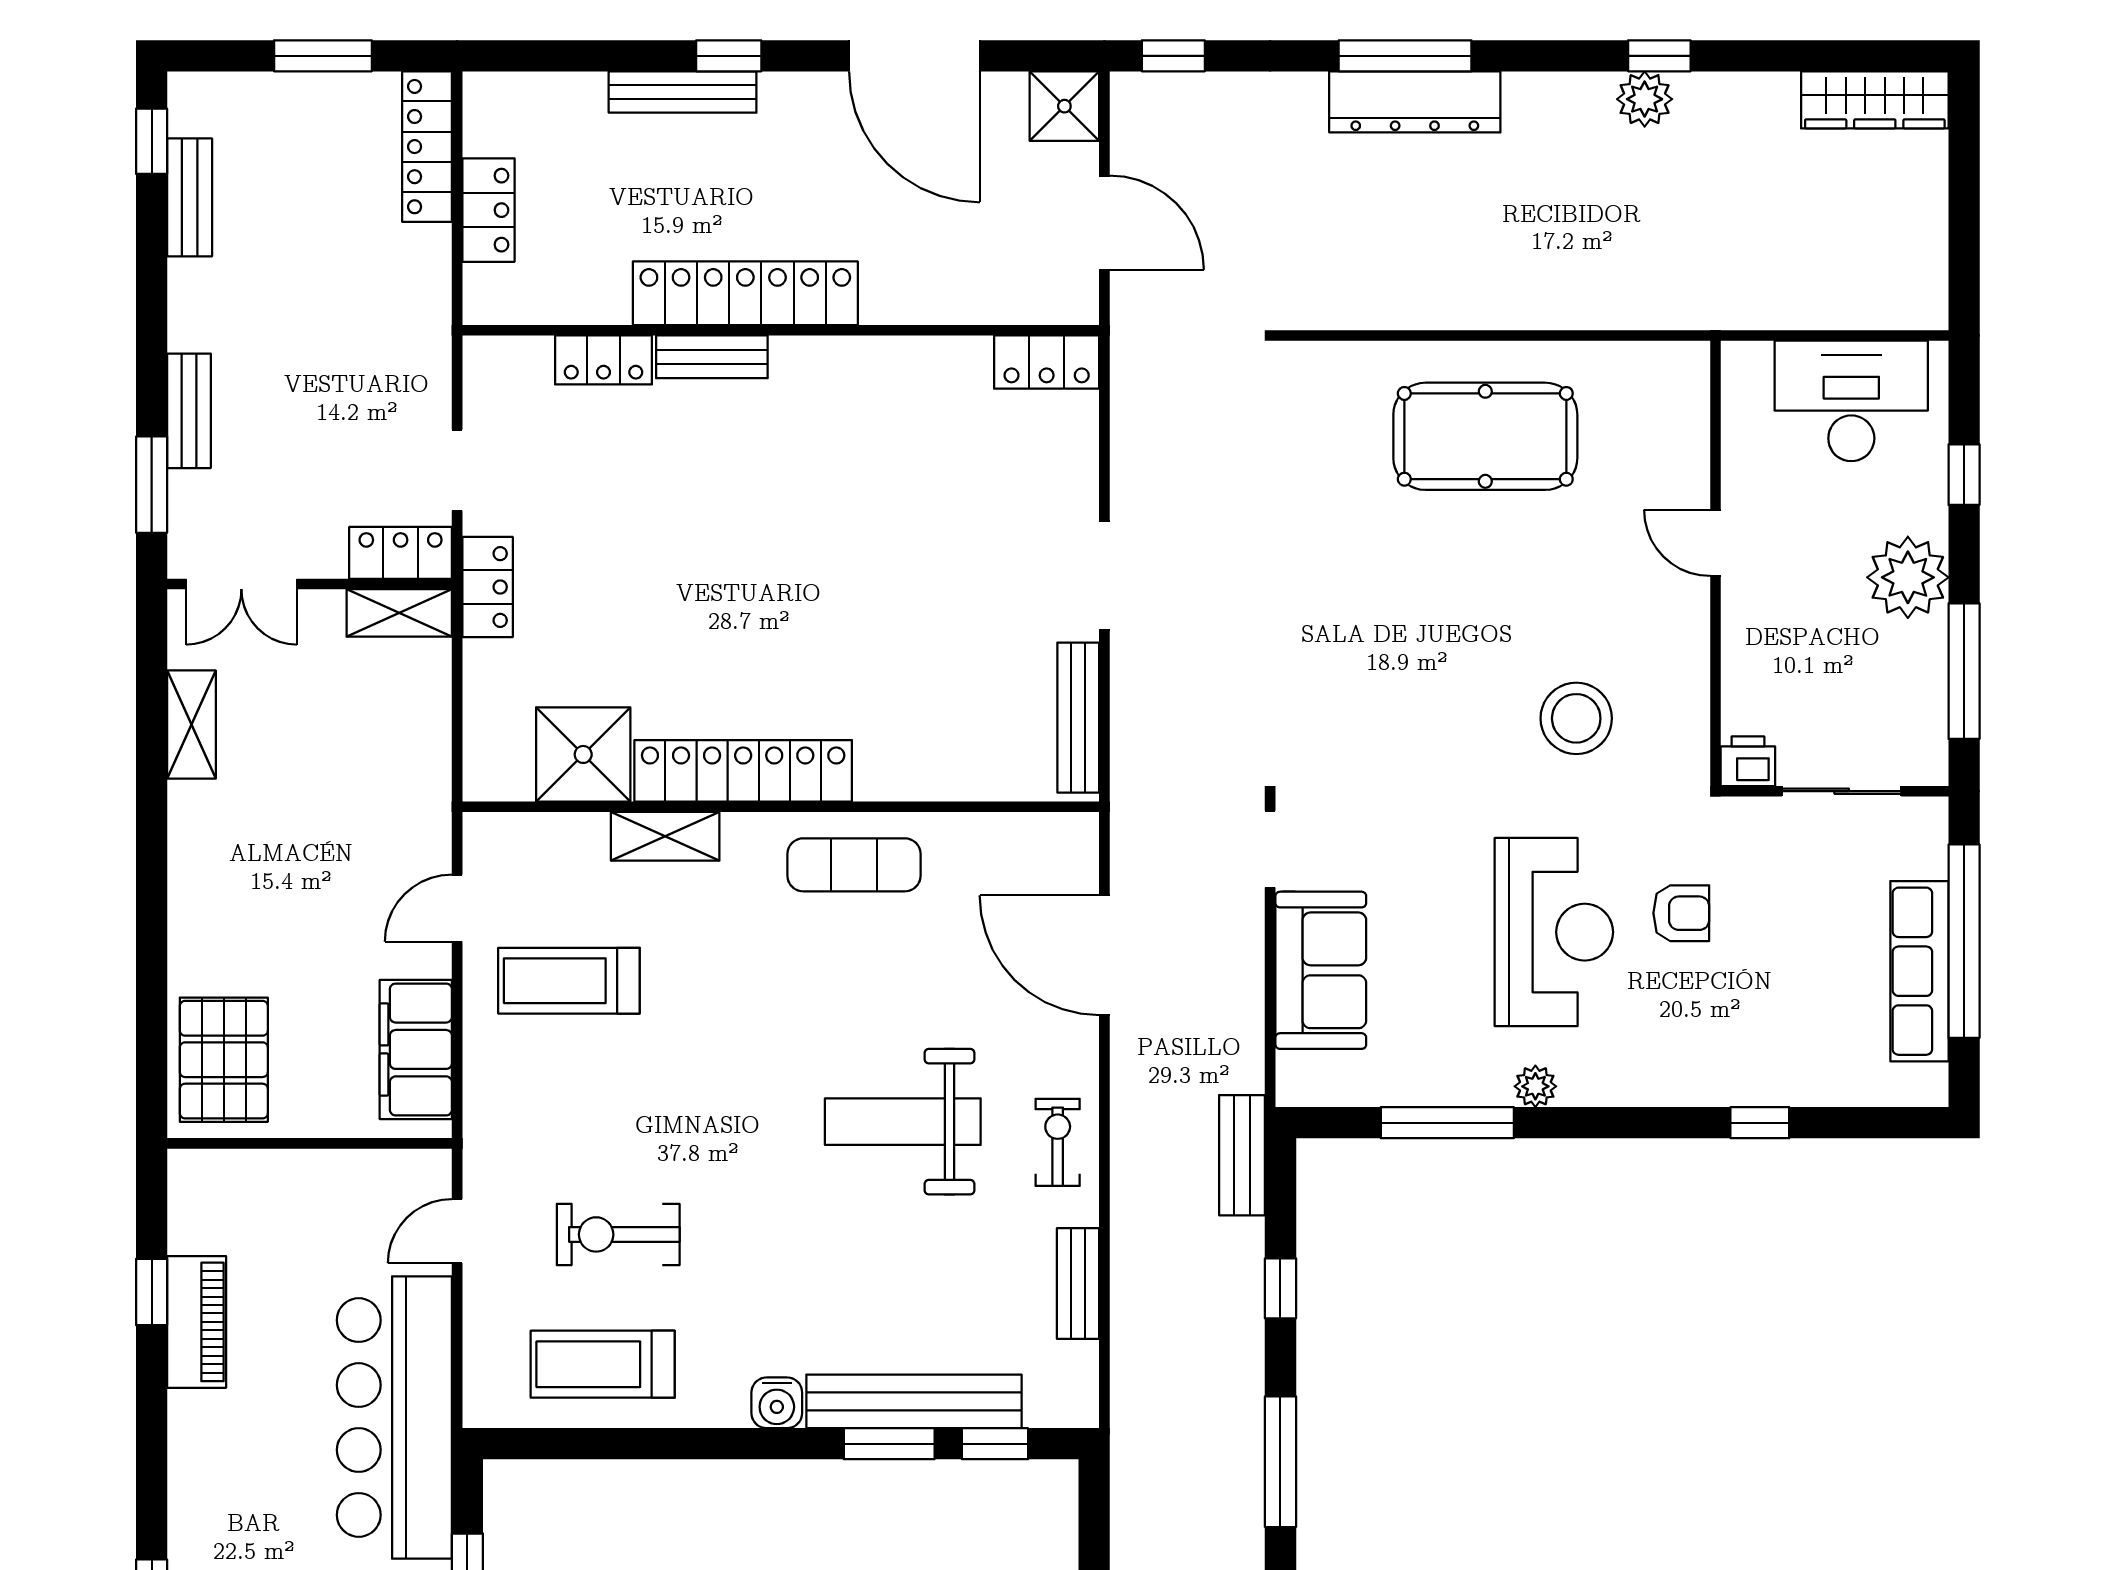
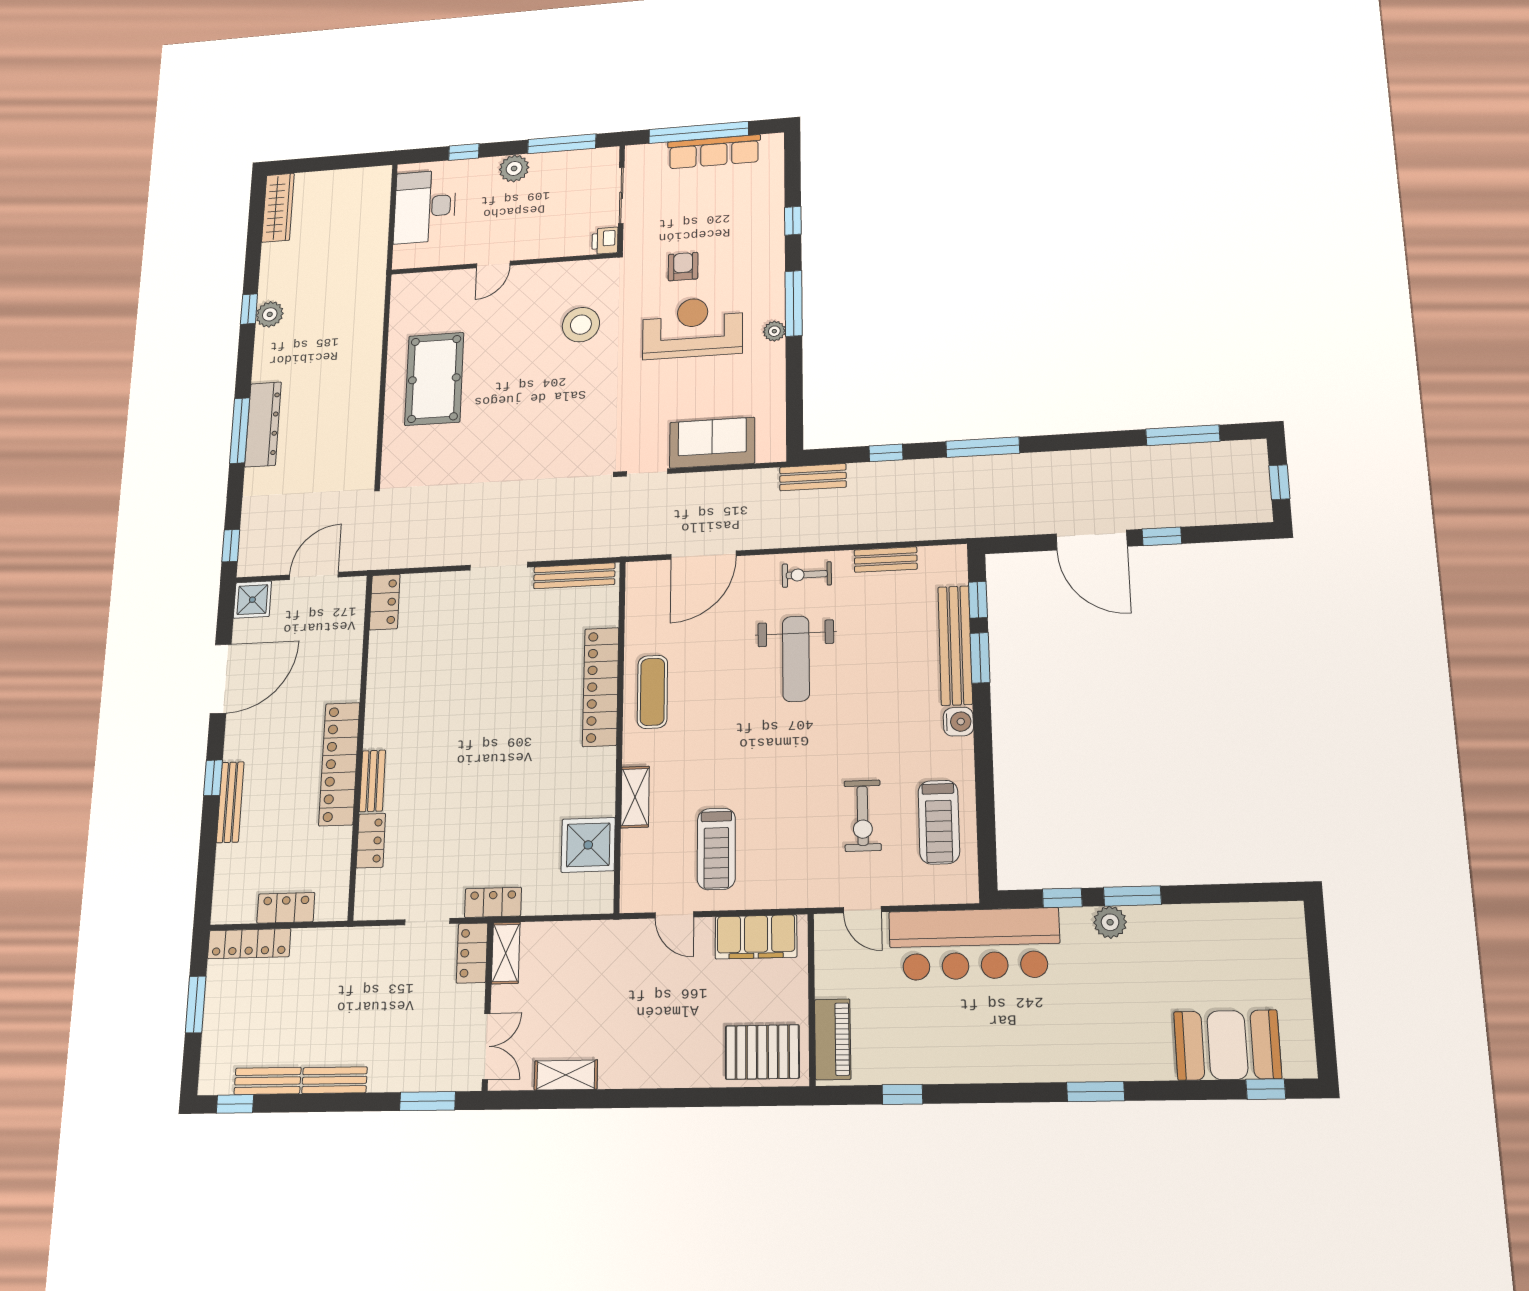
bench: (189, 411) -> (334, 1080), moved
plant: (1908, 577) -> (514, 168), width x0.73, depth x0.73
locker: (743, 771) -> (601, 687), moved
window: (1447, 1123) -> (794, 303), moved
piano: (197, 1322) -> (833, 1039), moved, turned 90

